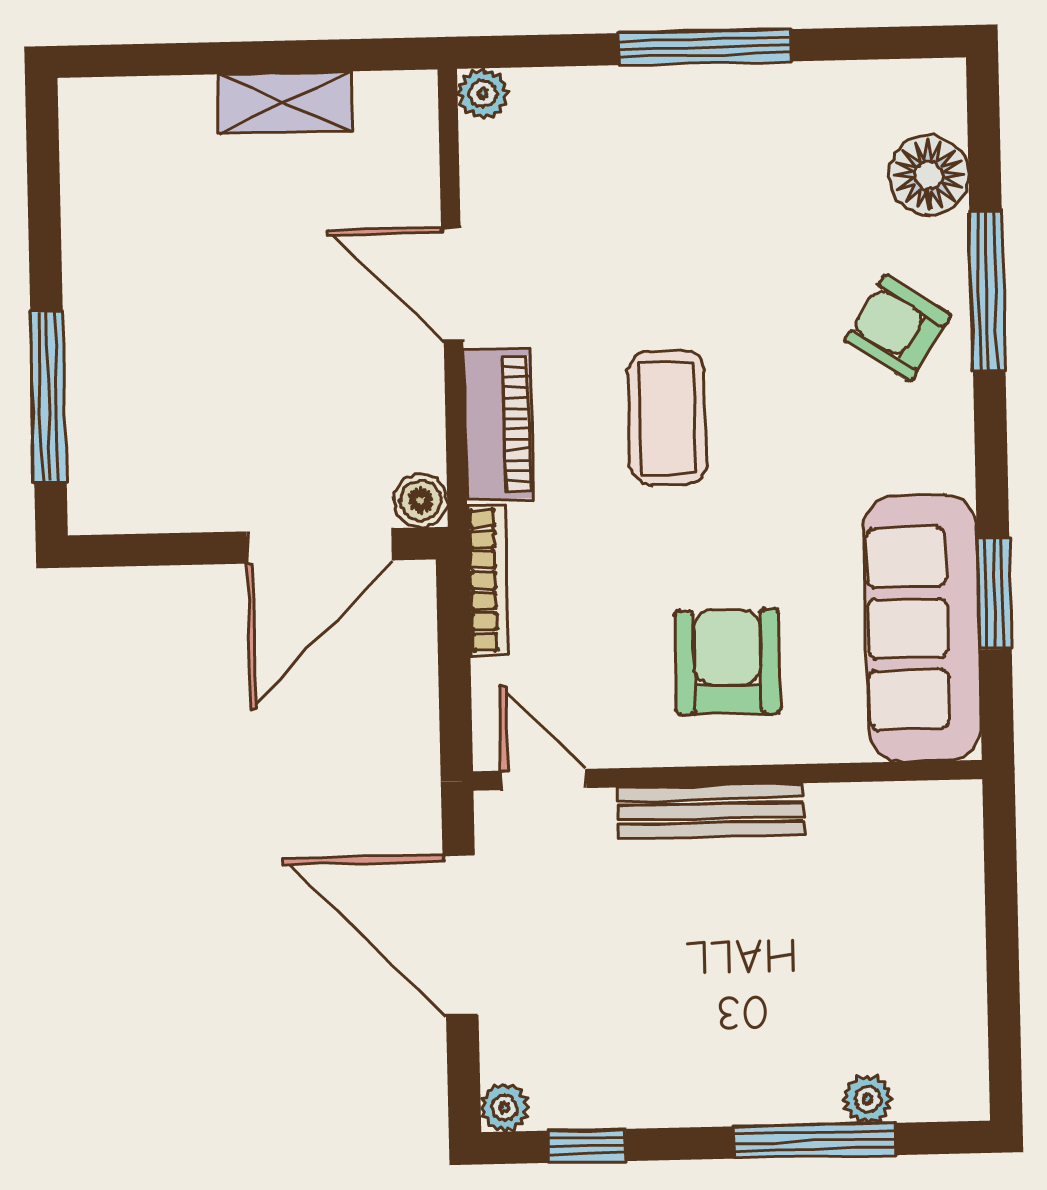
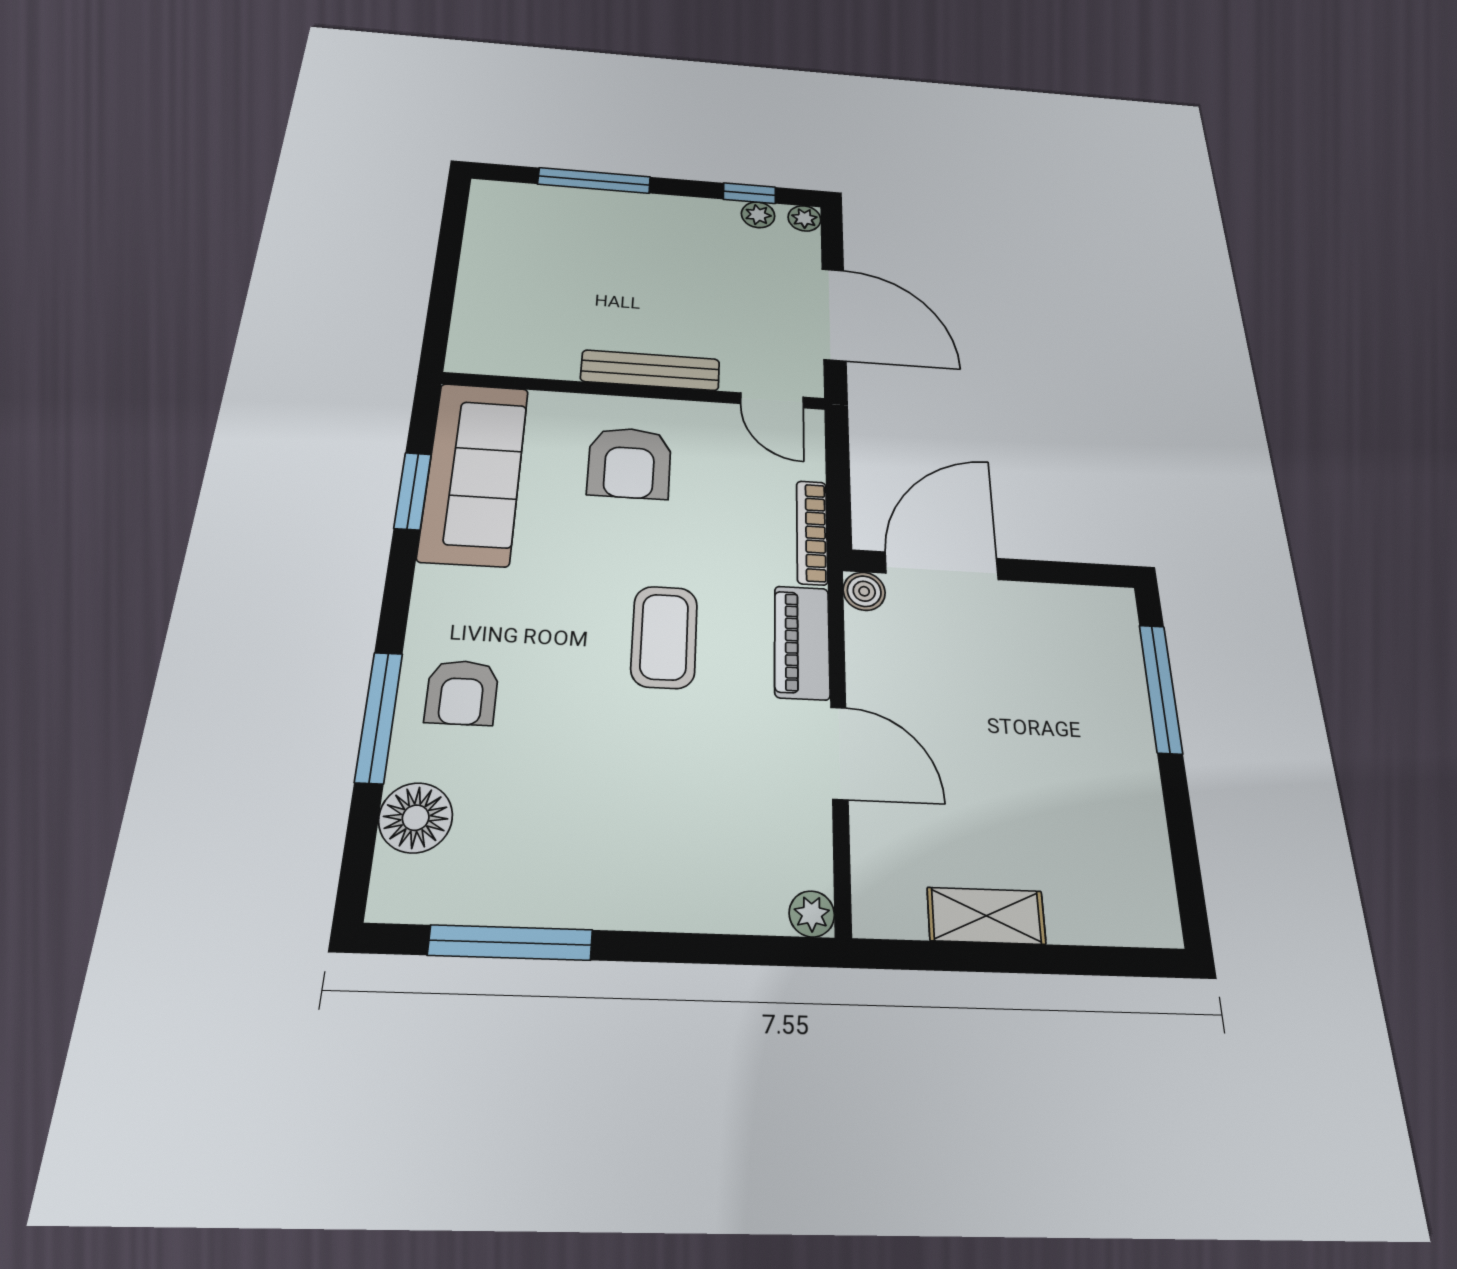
window: (705, 47) -> (511, 943), moved
armchair: (898, 328) -> (462, 692), turned 57
plant: (868, 1099) -> (758, 215), moved

